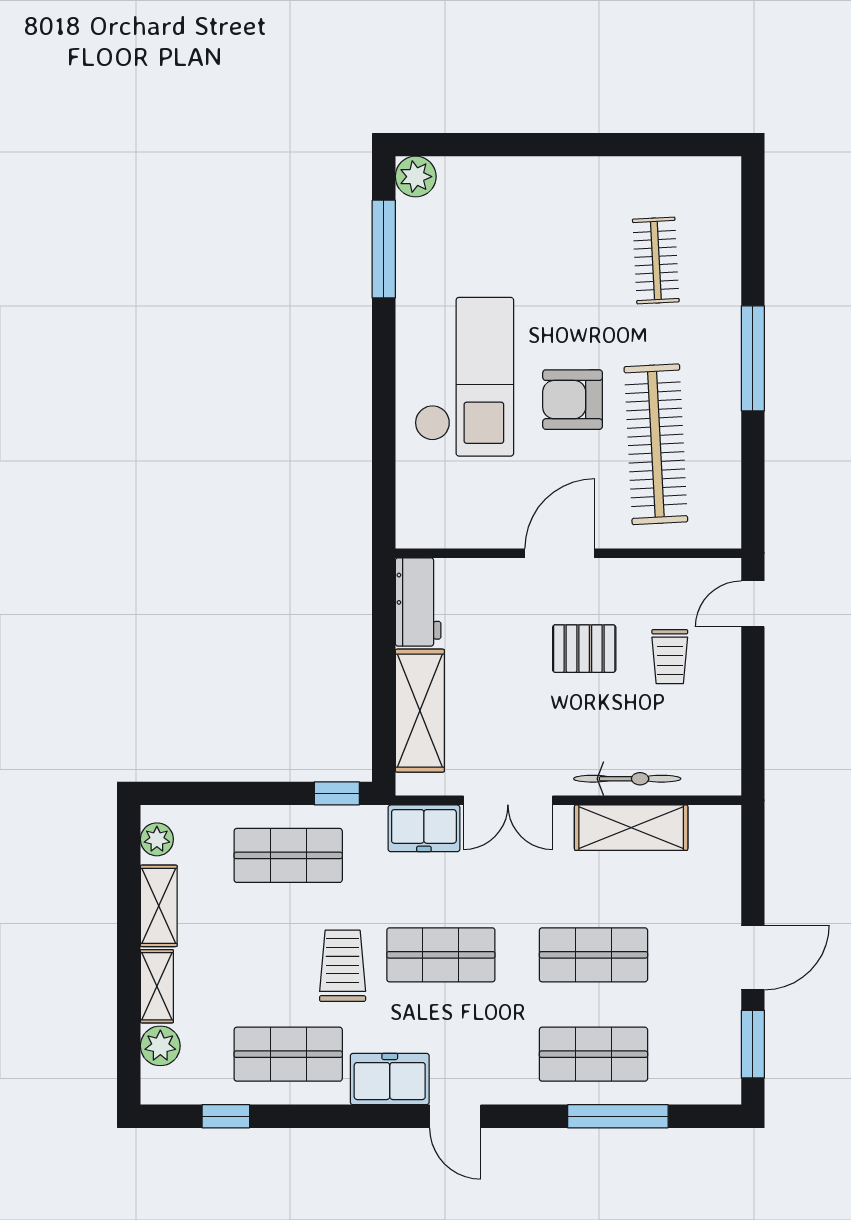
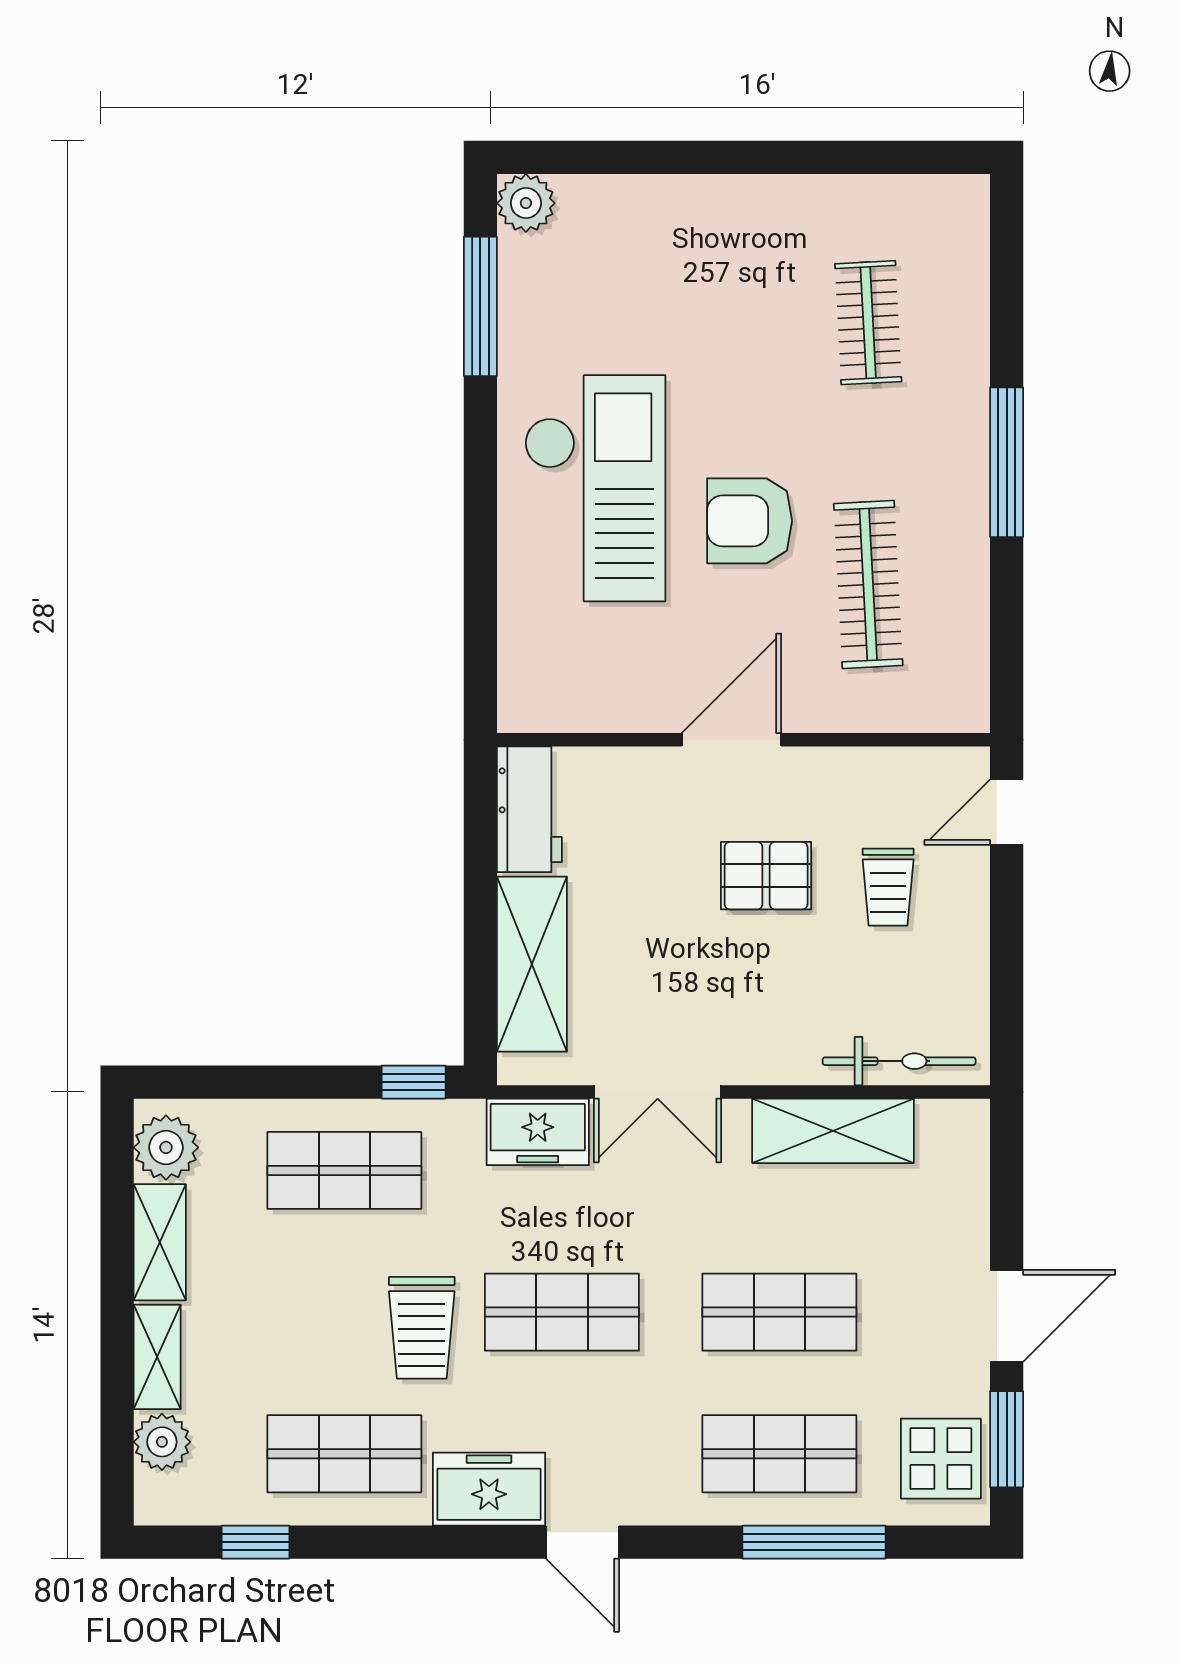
clothes rail: (656, 444) -> (868, 585), width x0.73, depth x0.76
bicycle: (627, 779) -> (899, 1061), moved
plant: (157, 839) -> (166, 1147), width x1.38, depth x1.38
trolley: (343, 966) -> (422, 1328), turned 180
display table: (707, 1058) -> (941, 1459), added

